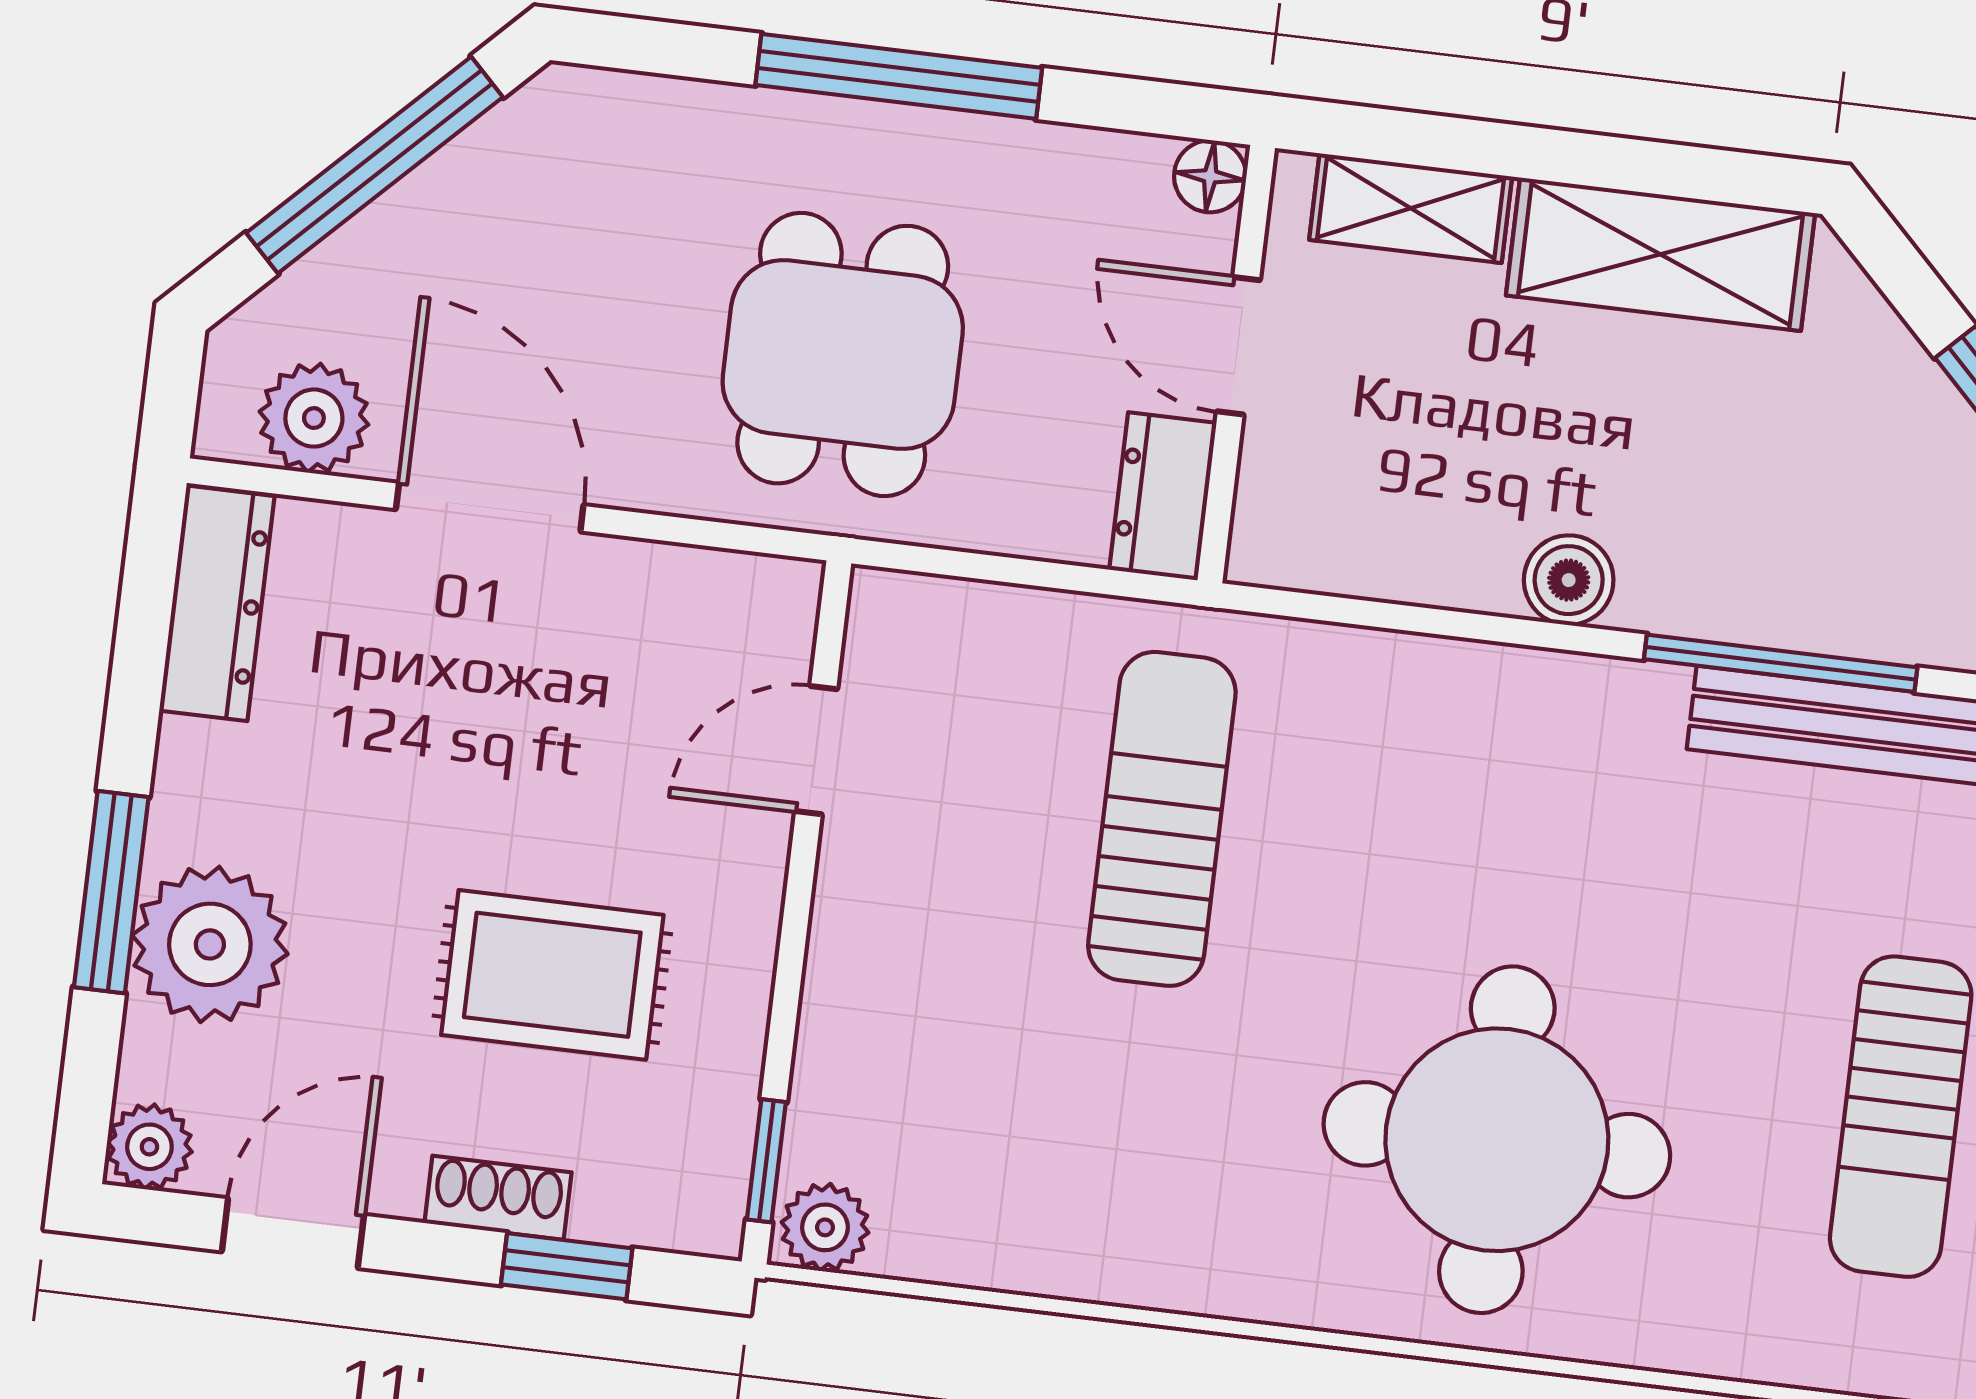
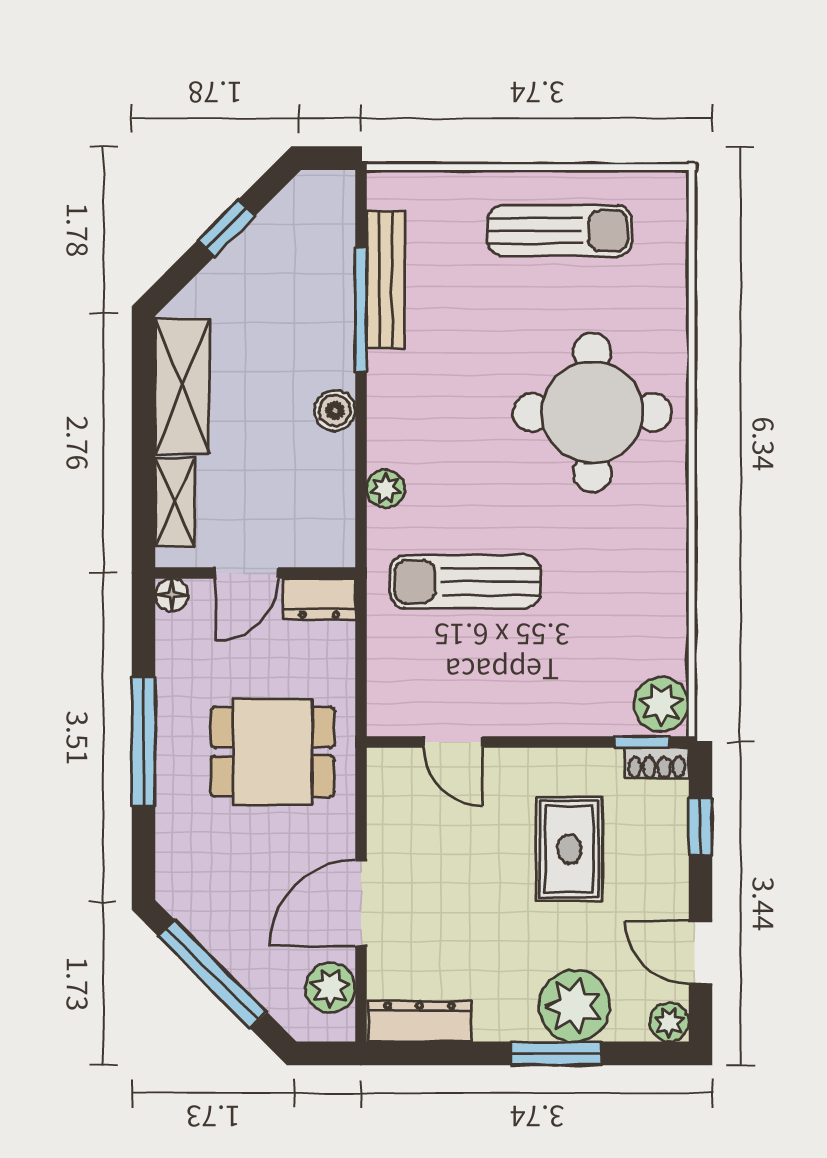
plant: (1385, 670) -> (385, 489), added
shoe rack: (498, 1198) -> (657, 763), moved, turned -90
plant: (825, 1227) -> (661, 704), width x1.38, depth x1.38

